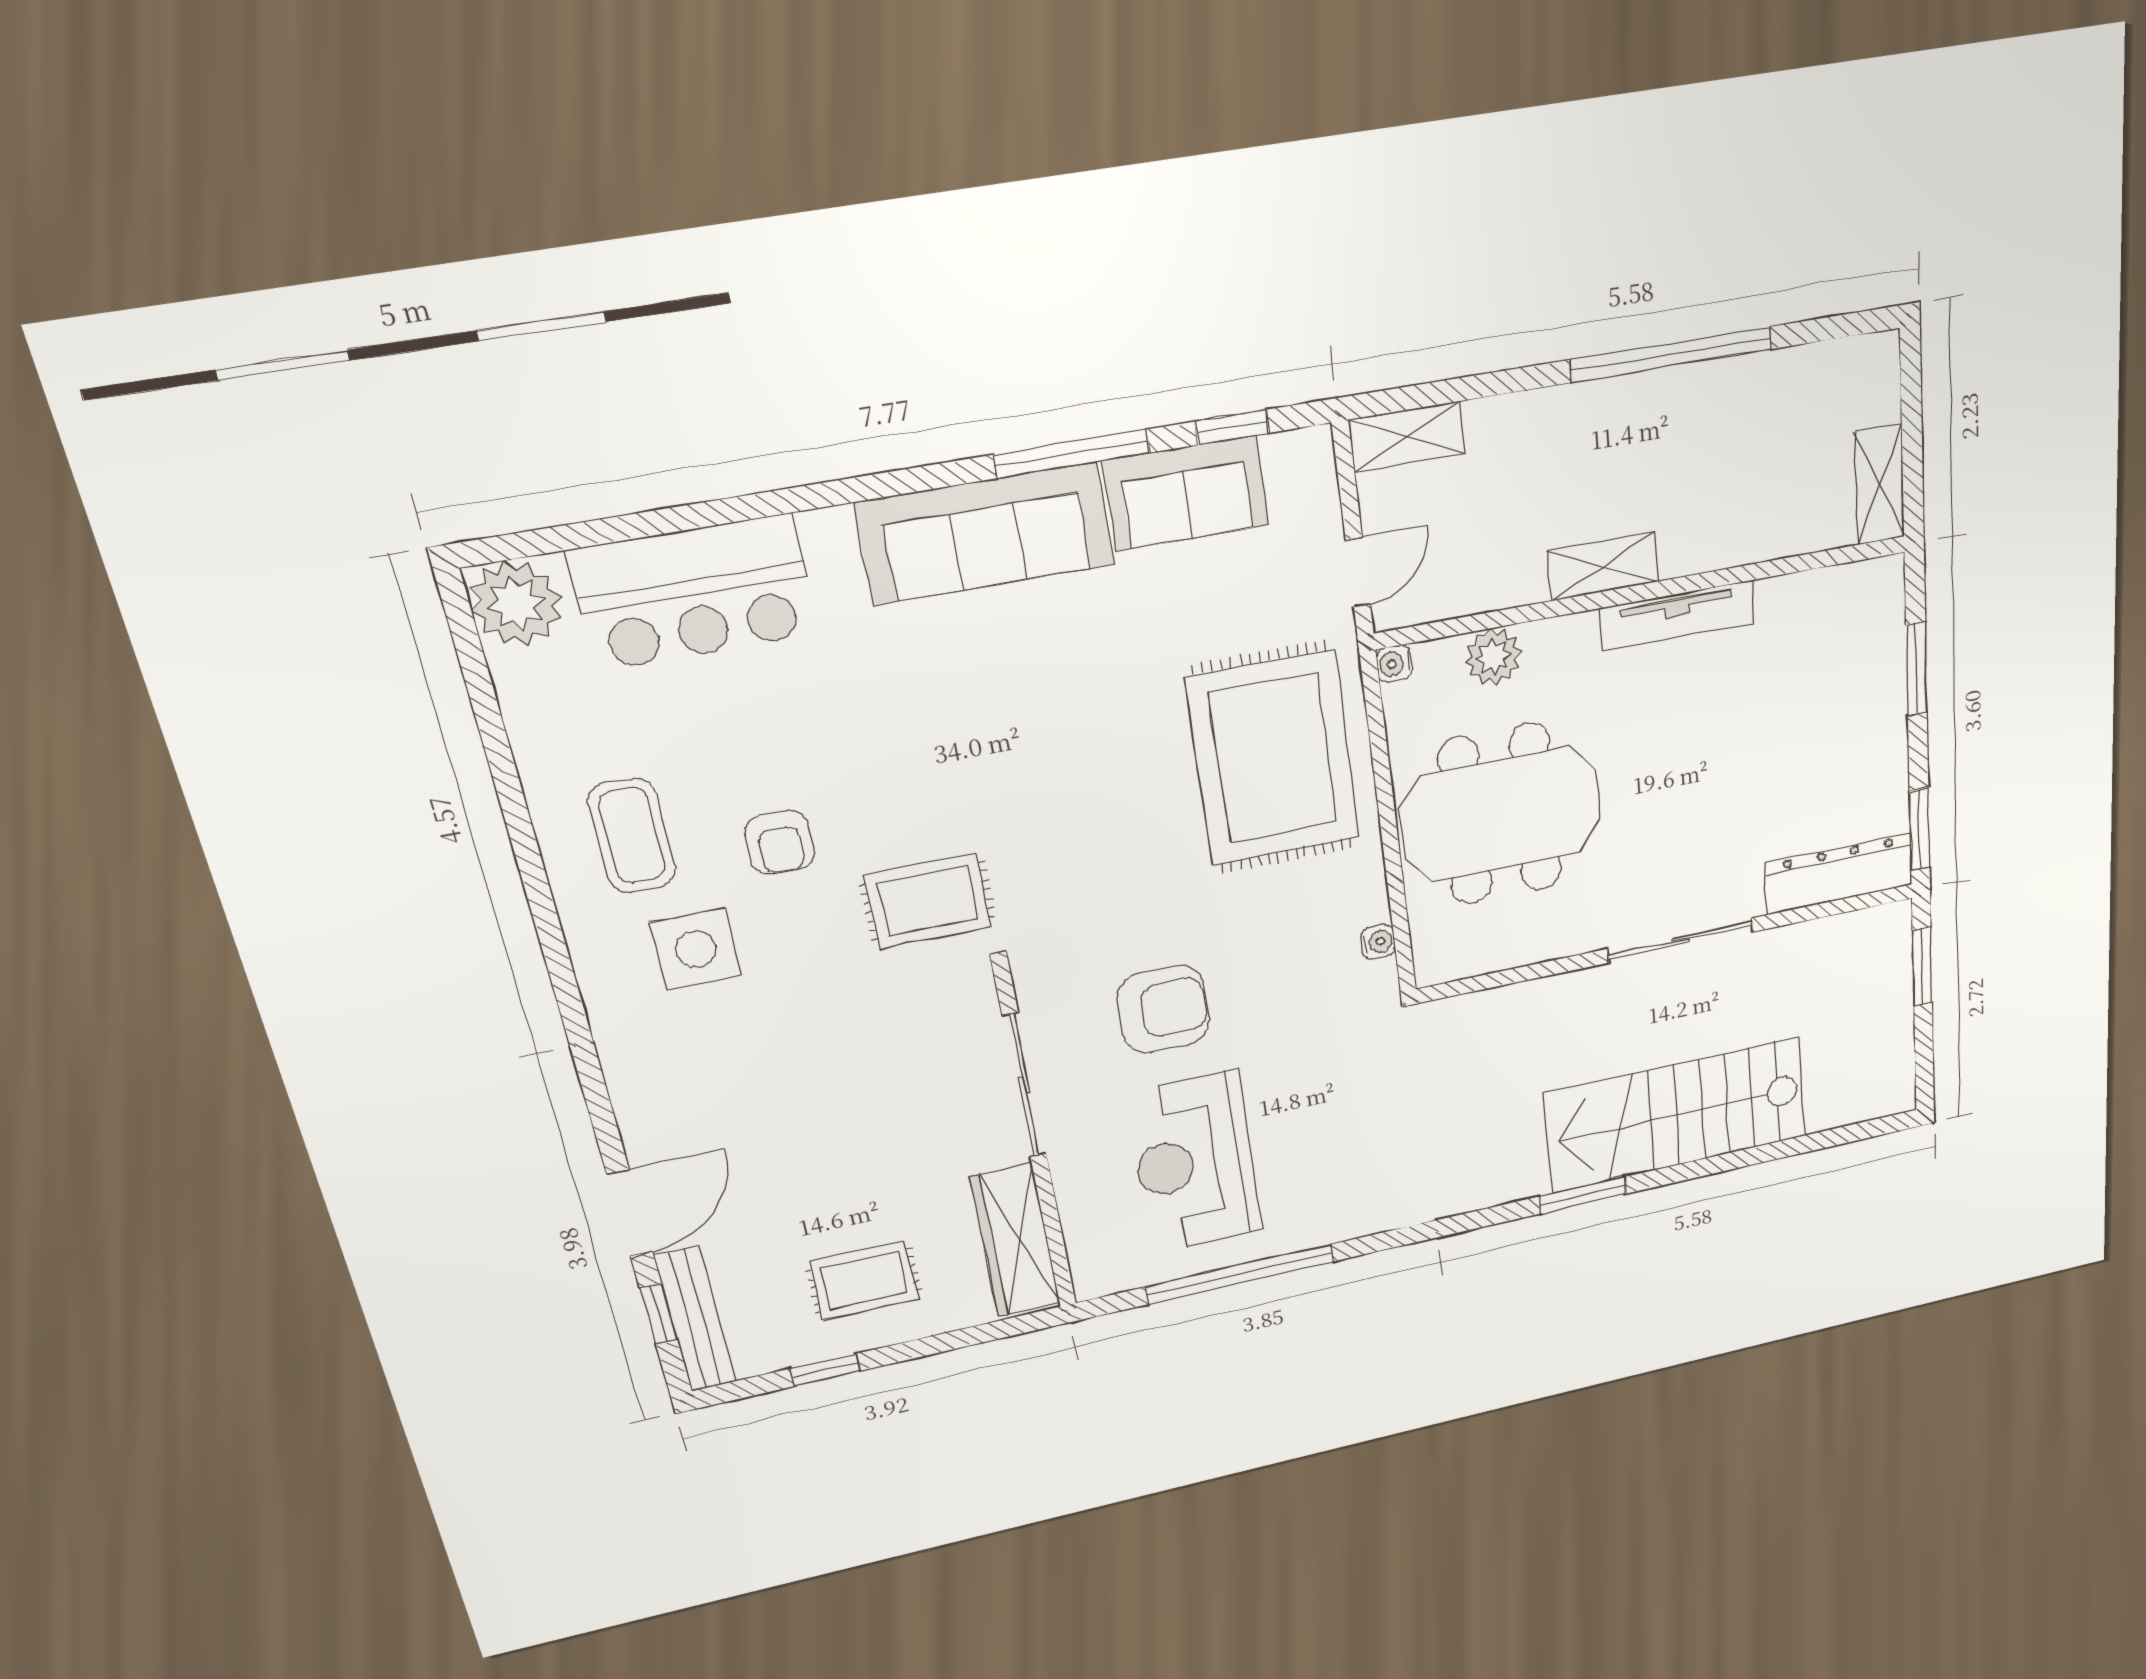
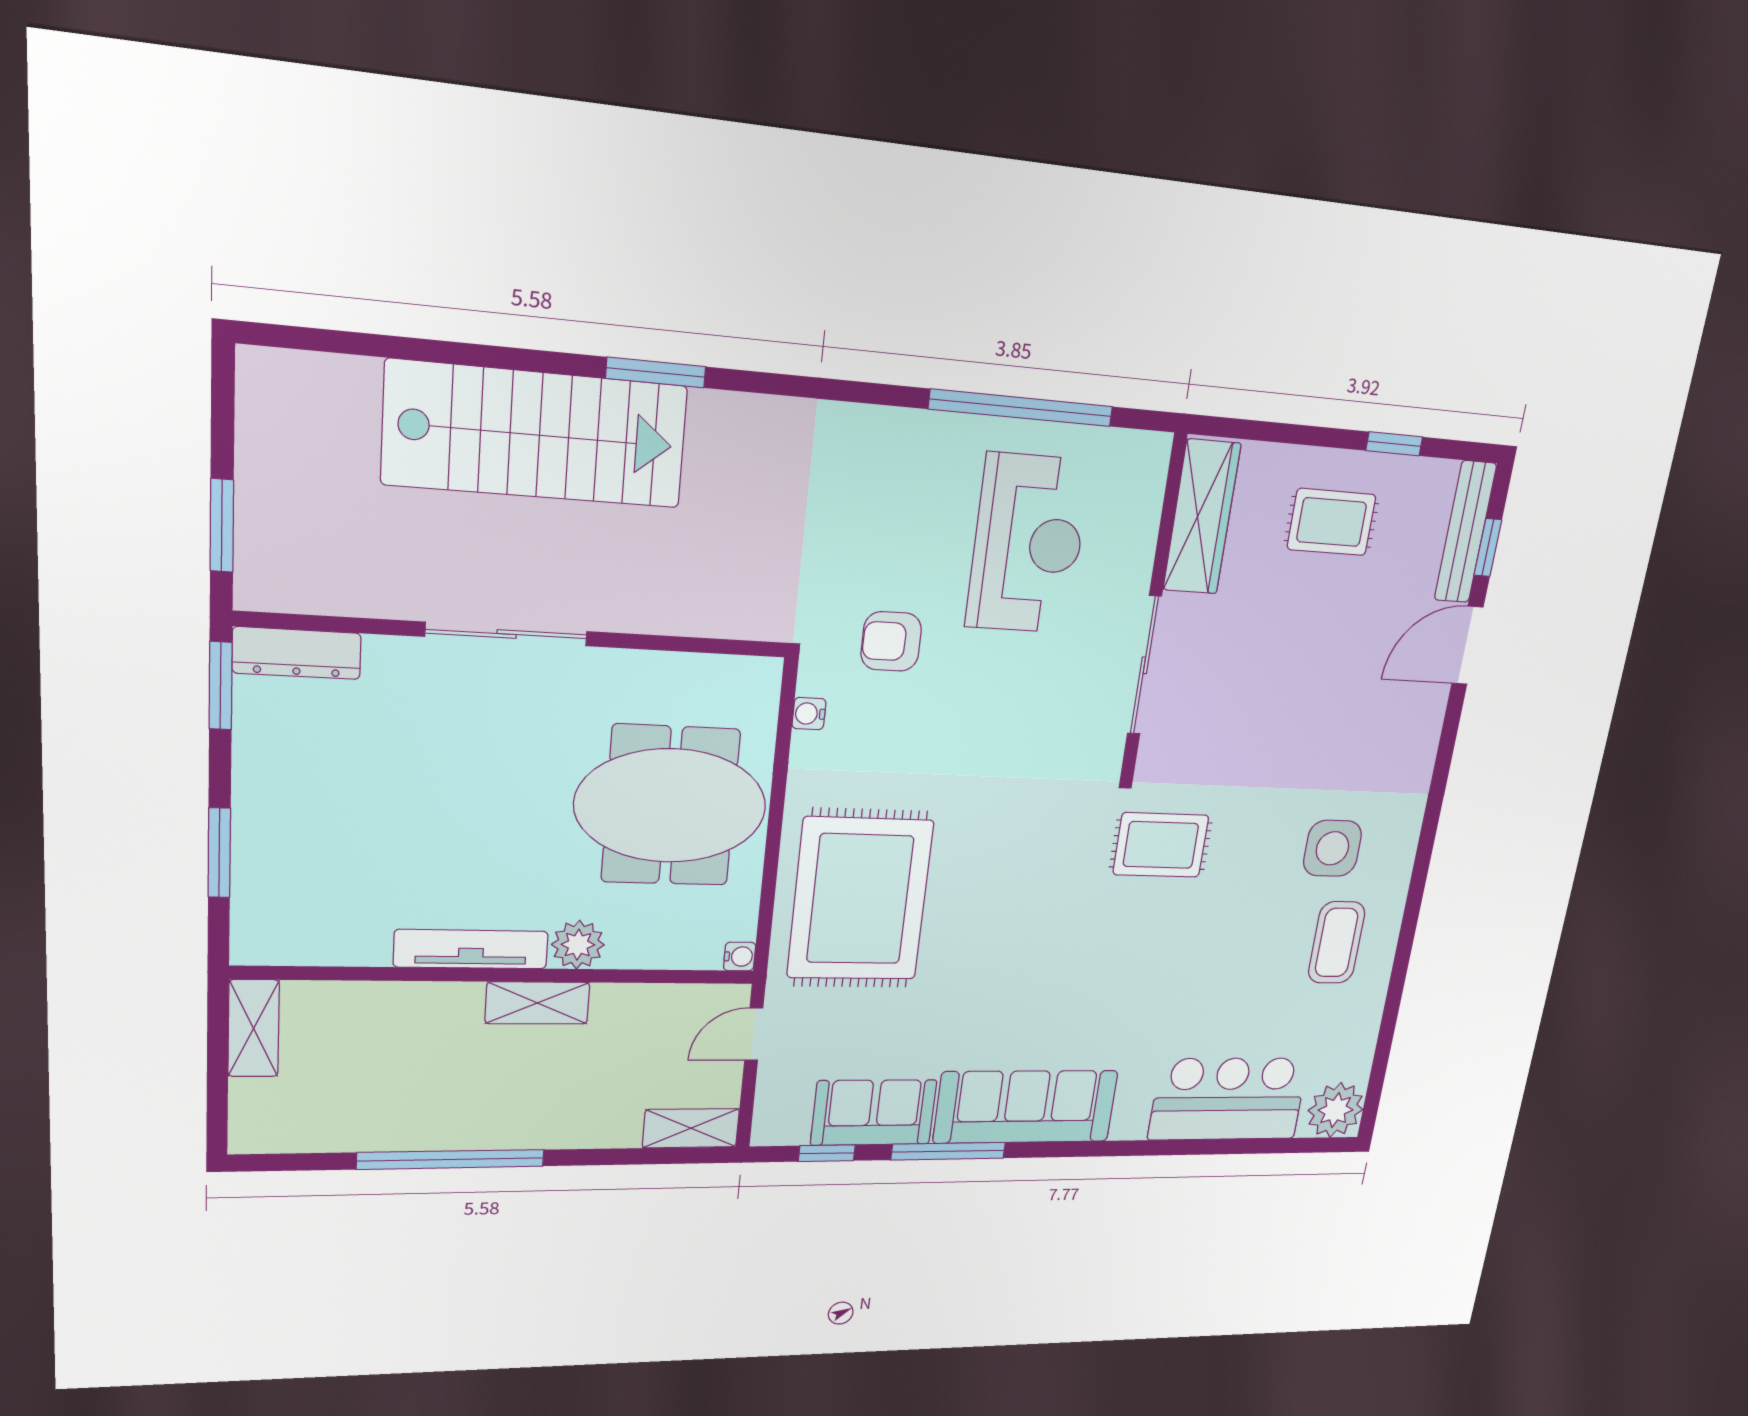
plant: (1493, 657) -> (578, 945), moved
armchair: (780, 843) -> (1245, 915), removed
dresser: (1839, 874) -> (297, 653), width x0.73, depth x0.80
armchair: (1163, 1009) -> (891, 641), moved, width x0.72, depth x0.72

